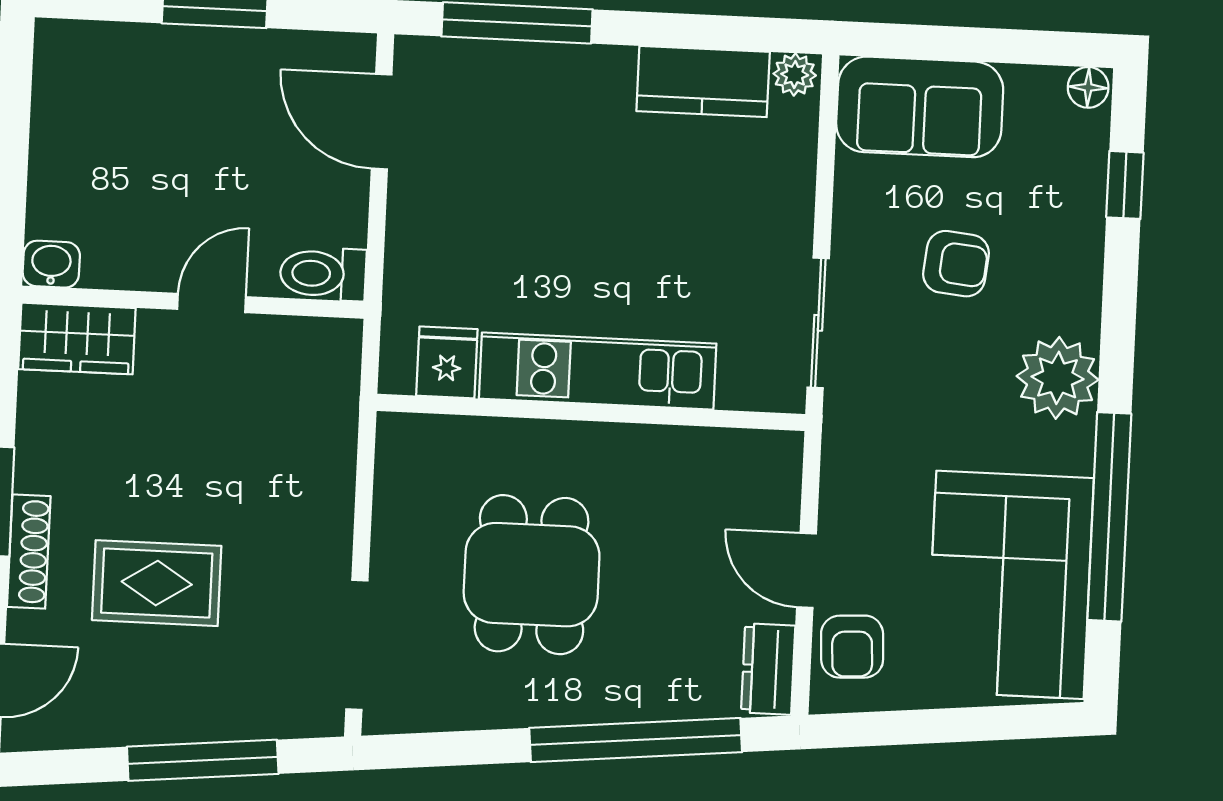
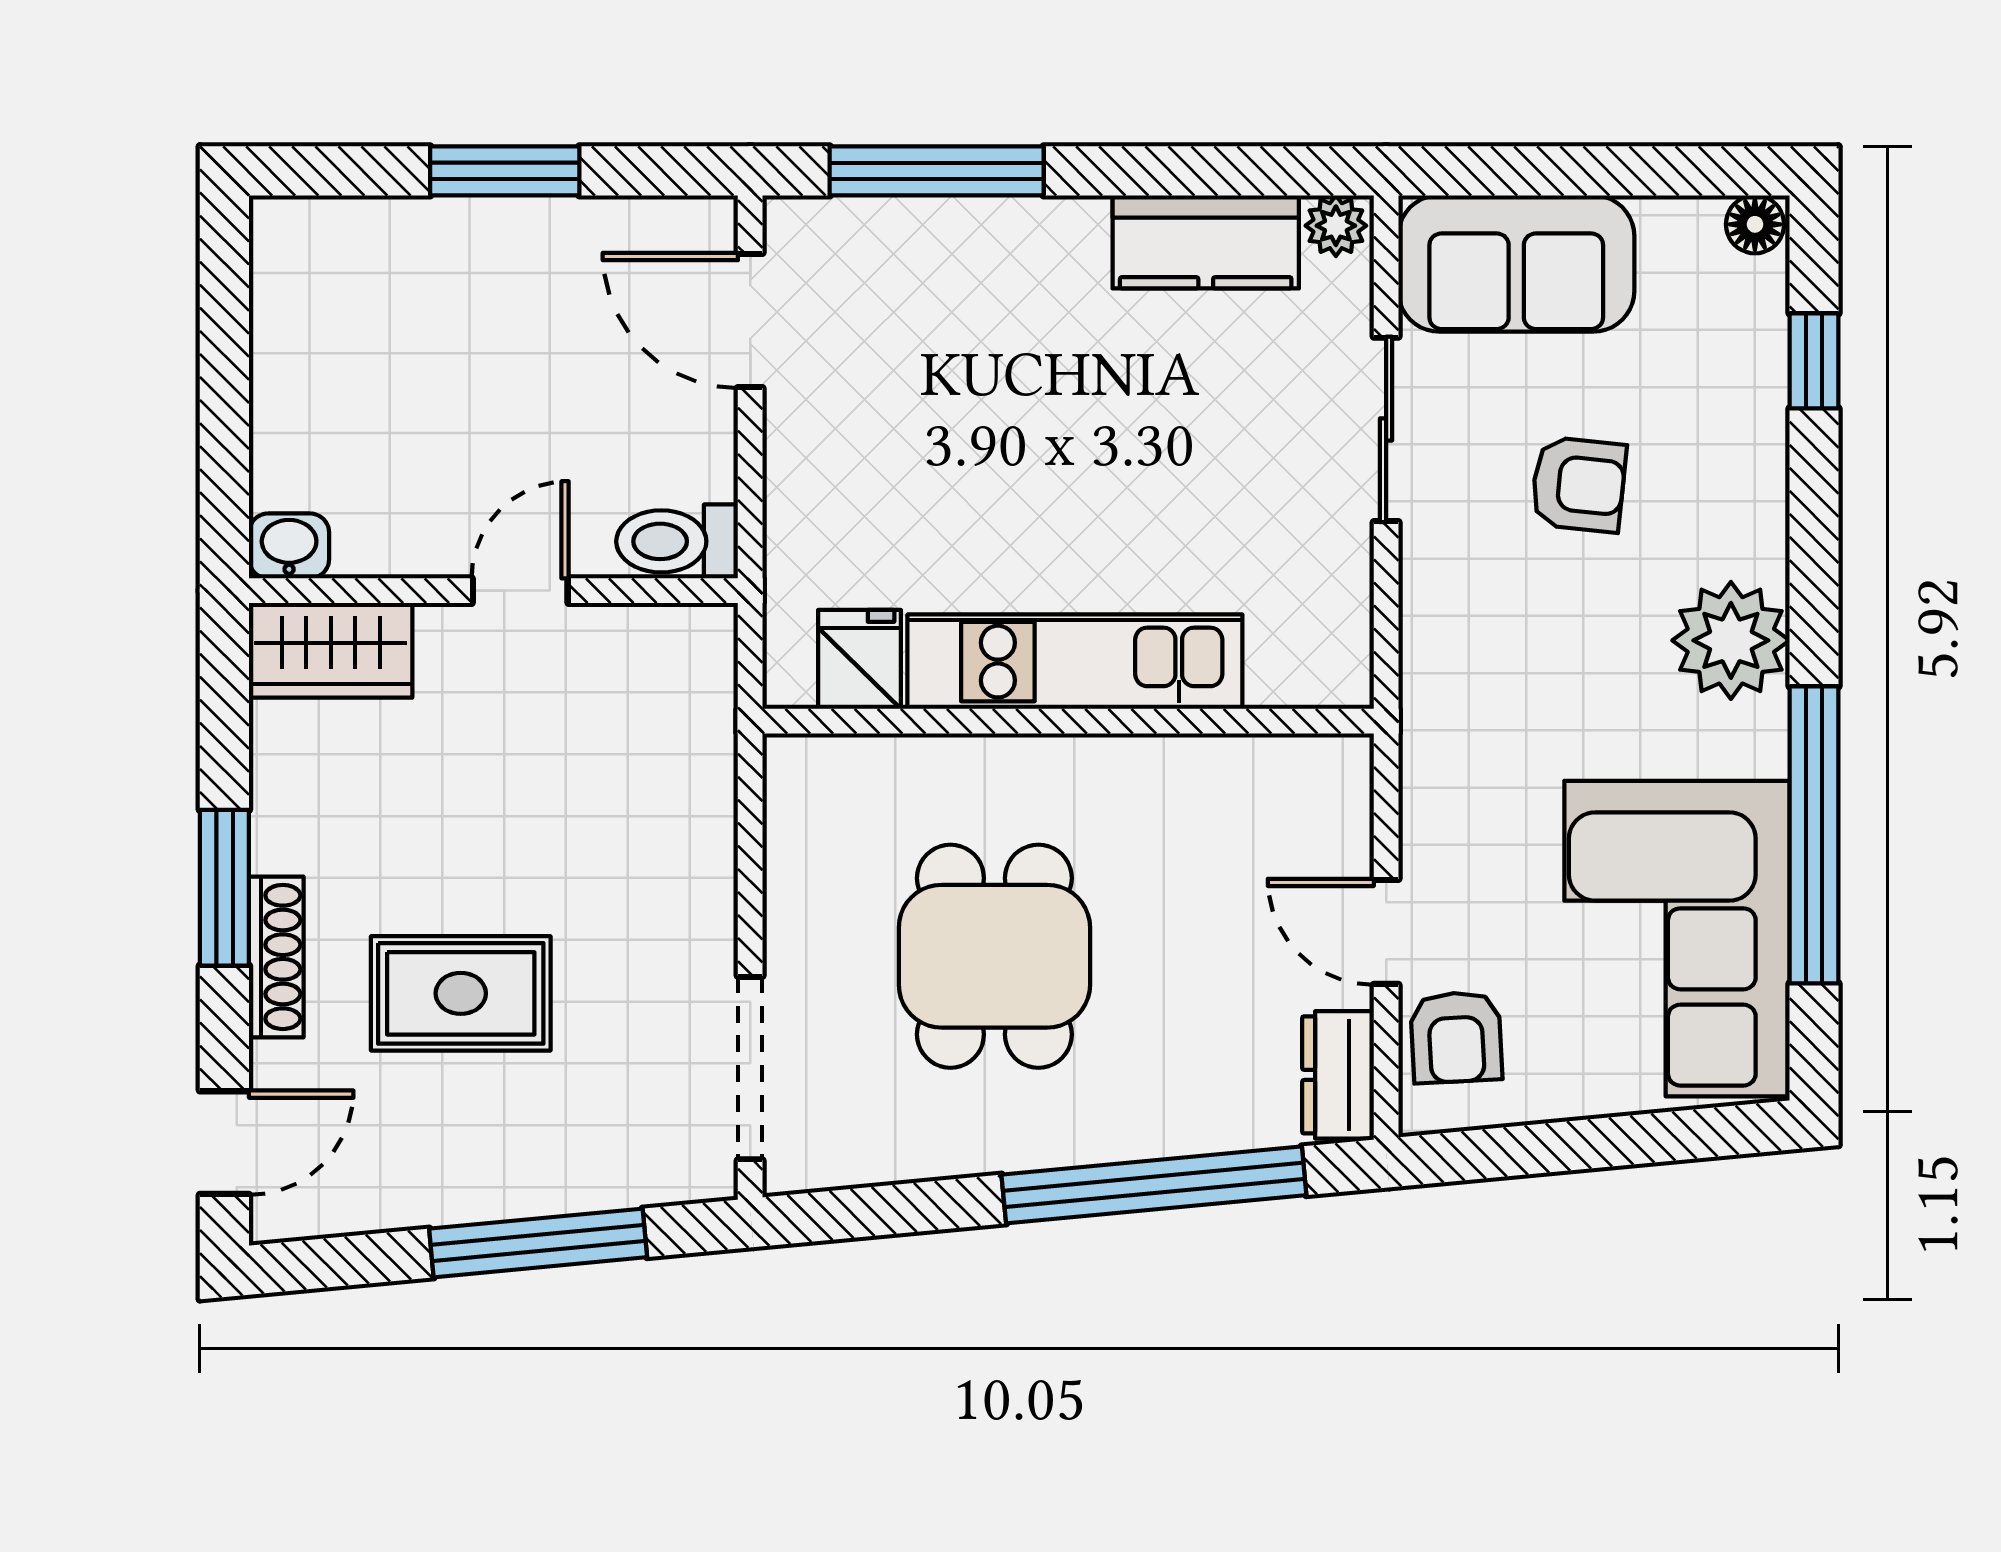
sliding door: (818, 323) -> (1386, 429), moved

